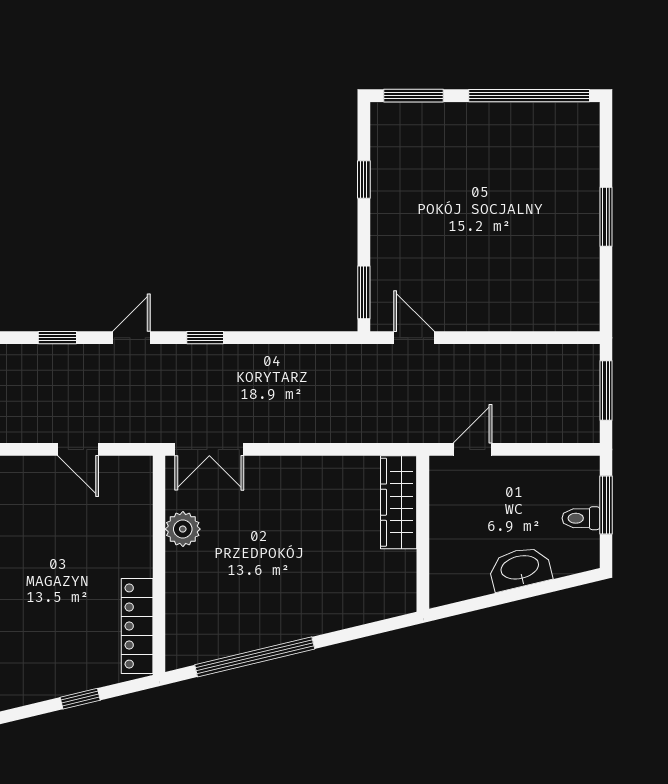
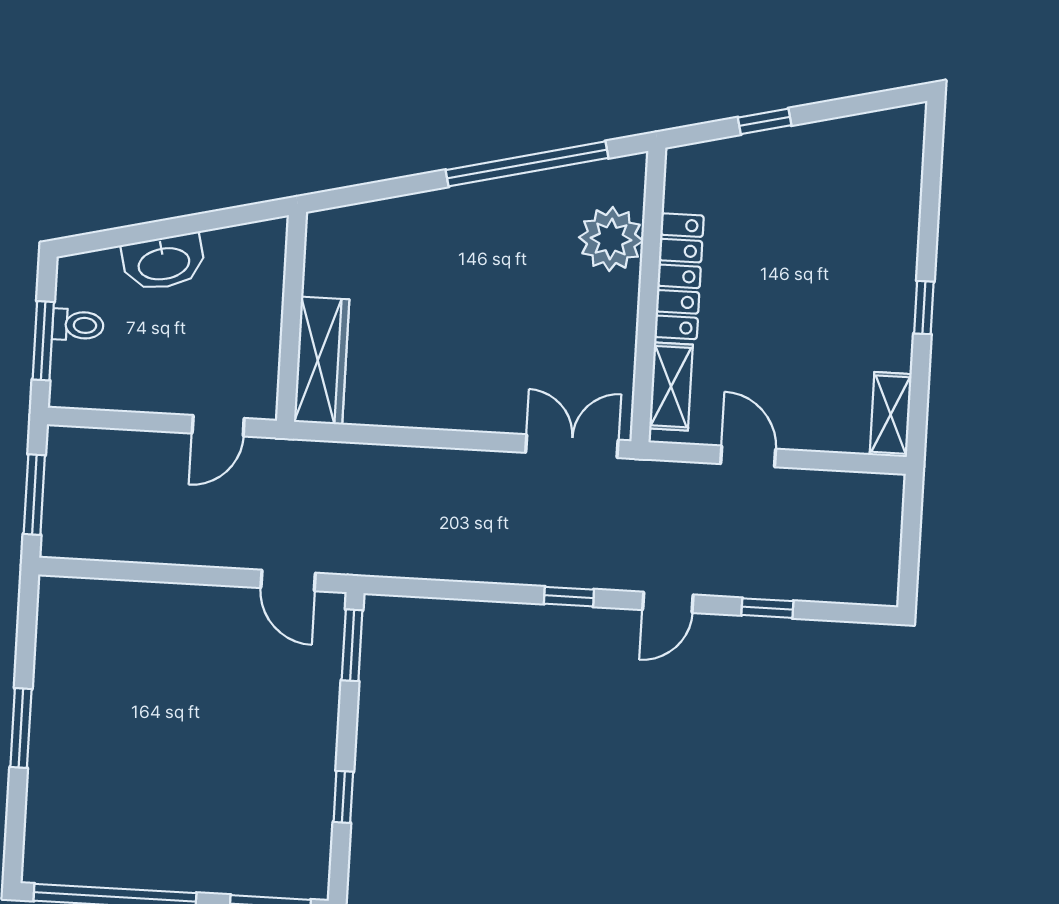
shelving: (138, 498) -> (671, 387), added
plant: (183, 529) -> (611, 239), moved, width x1.36, depth x1.36
locker: (137, 626) -> (679, 276), moved

